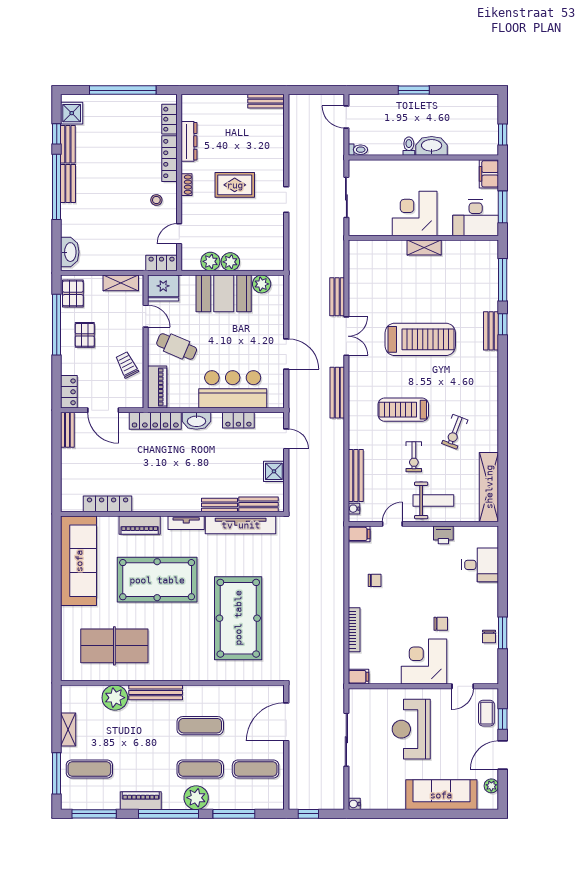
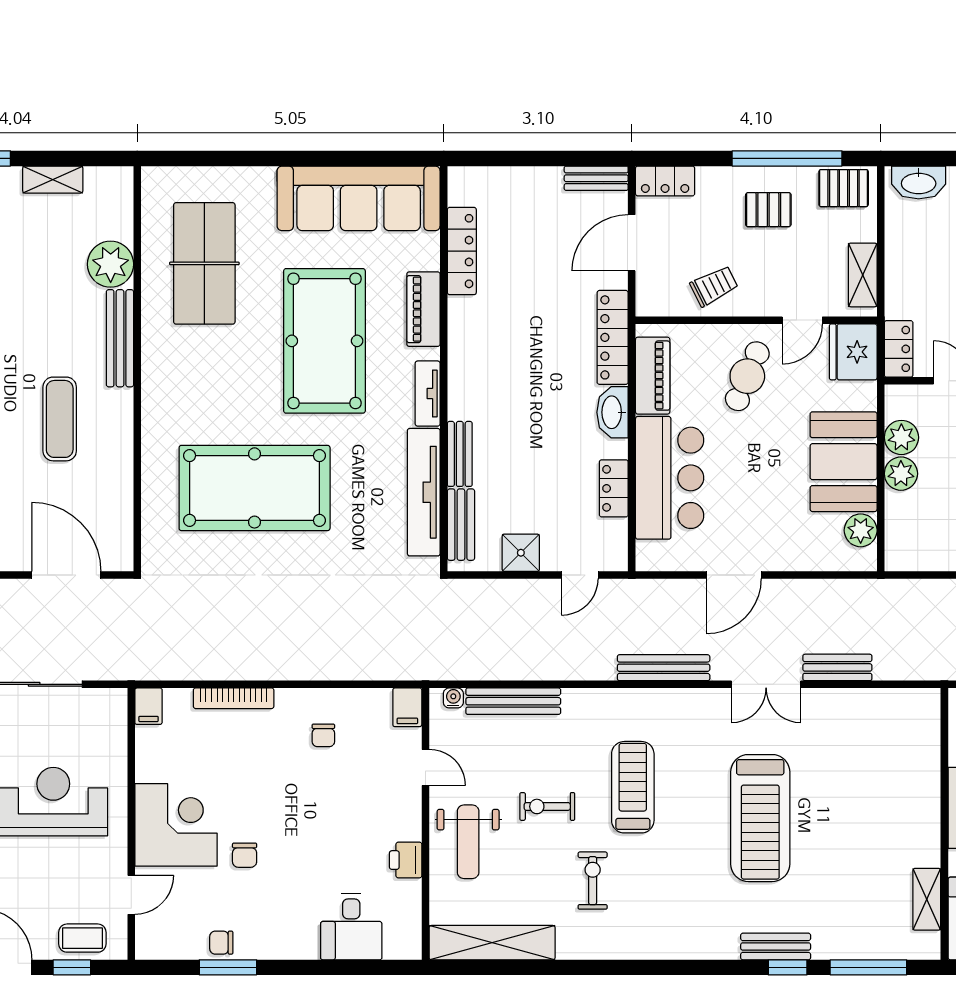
shelving: (424, 247) -> (927, 899), moved
piano: (157, 387) -> (653, 376), moved, turned -90
exercise bike: (455, 432) -> (593, 881), turned 69
door: (463, 686) -> (131, 895), swing flipped

